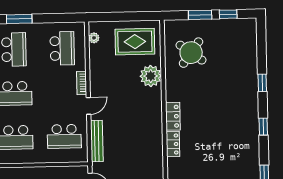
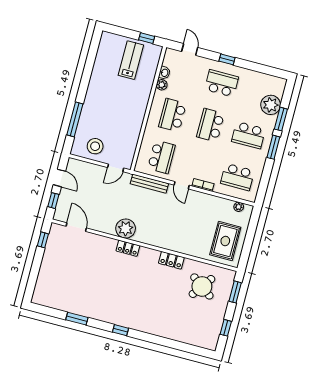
window: (200, 15) -> (235, 292), moved
plant: (151, 76) -> (126, 229), moved
window: (262, 83) -> (158, 340), removed
locker: (173, 116) -> (171, 260), moved
school desk: (64, 136) -> (161, 157), turned 180

